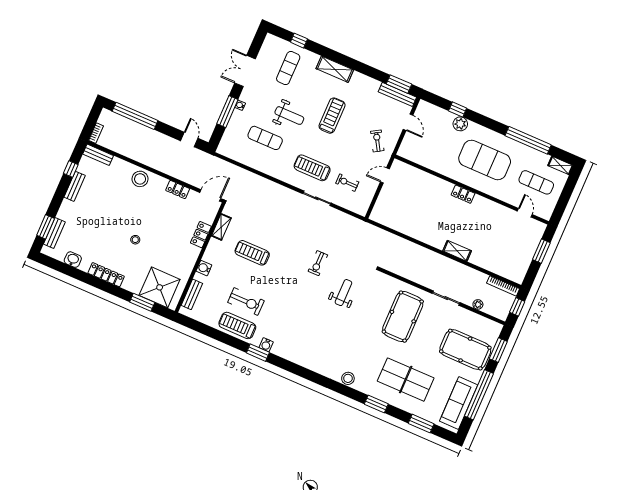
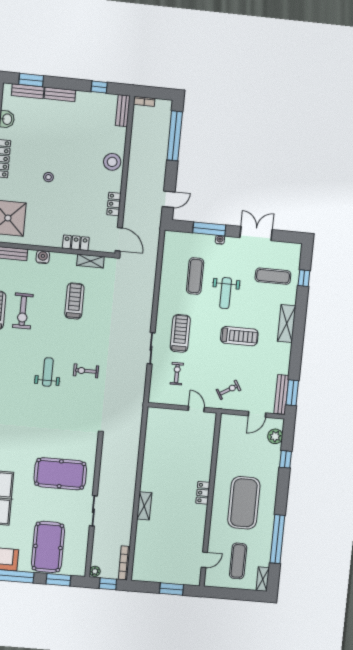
plant: (460, 124) -> (275, 436), moved
bench: (75, 186) -> (60, 94), moved
weight bench: (343, 293) -> (48, 372), moved, turned -90
plant: (478, 304) -> (95, 571), moved

